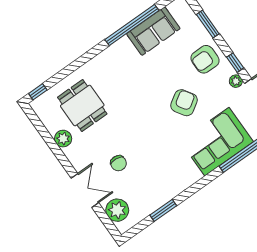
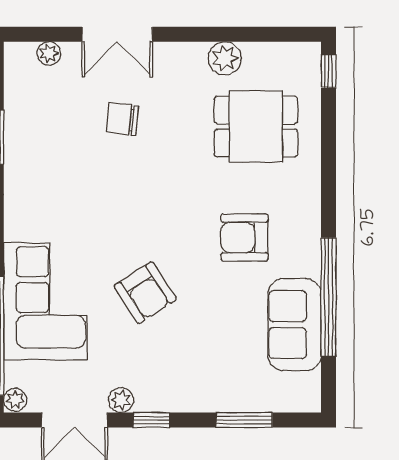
armchair: (205, 59) -> (244, 237), moved, turned -90
plant: (117, 210) -> (49, 53), width x0.53, depth x0.53

